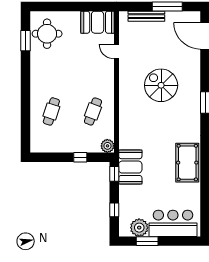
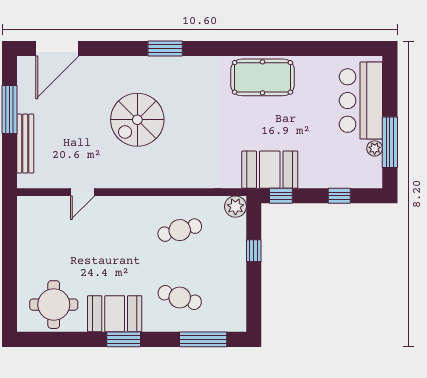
booth: (98, 22) -> (115, 314), moved, turned 90
window: (26, 41) -> (124, 339), moved
cafe table: (93, 111) -> (180, 230), turned -36
window: (26, 126) -> (203, 339), added
plant: (139, 228) -> (375, 148), width x0.53, depth x0.53
window: (147, 241) -> (390, 142), width x1.44

